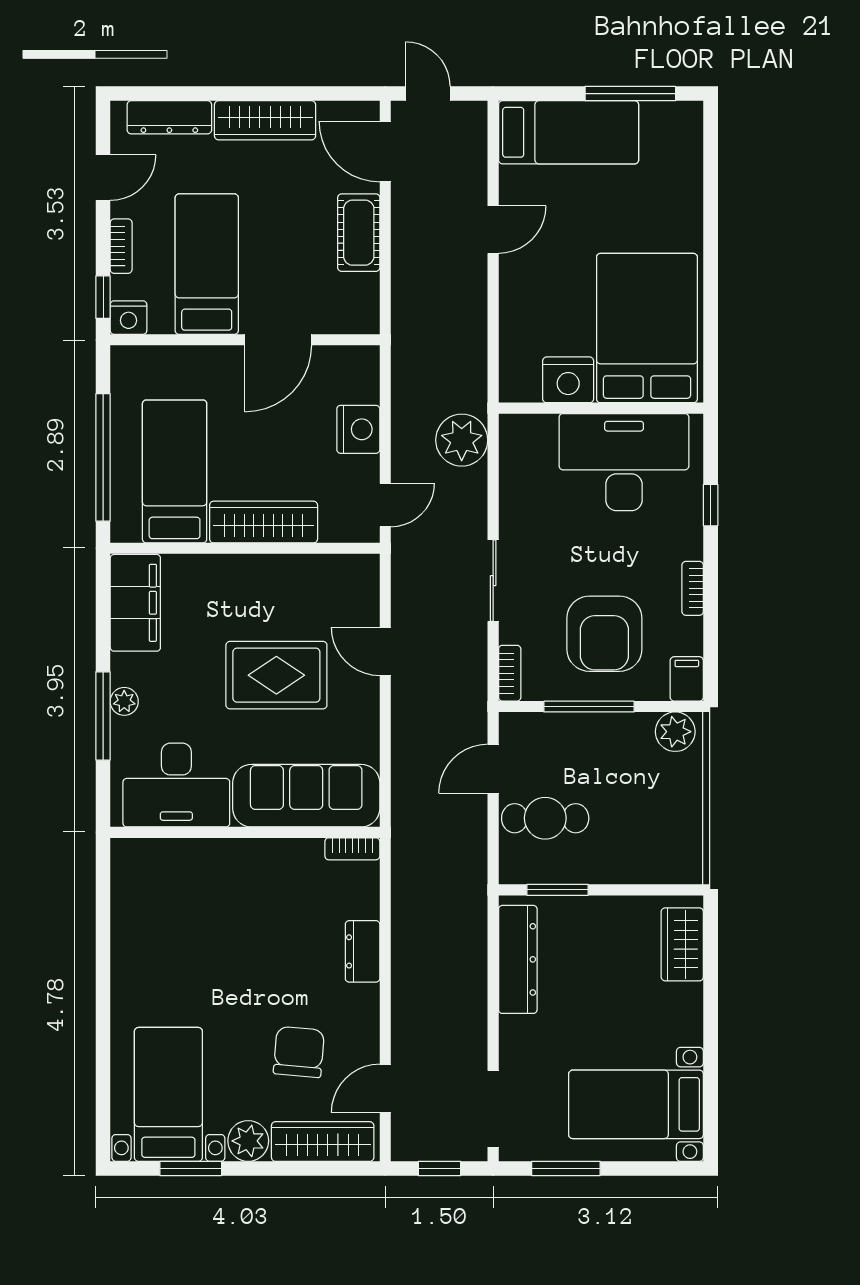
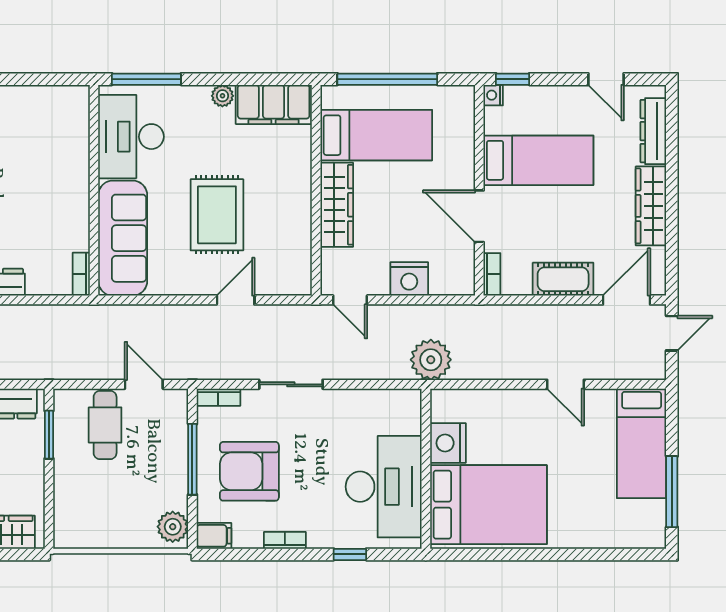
bookcase: (121, 246) -> (492, 274), moved, turned -90
nightstand: (129, 318) -> (493, 95), width x0.72, depth x0.74
plant: (462, 440) -> (431, 360), moved
plant: (124, 701) -> (222, 96), moved
window: (103, 716) -> (146, 79), moved

